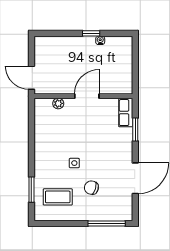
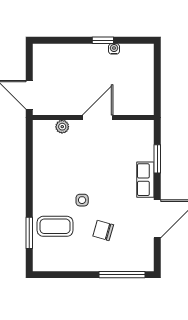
row of seats: (126, 113) -> (145, 180), moved
coffee table: (58, 197) -> (55, 226), moved

